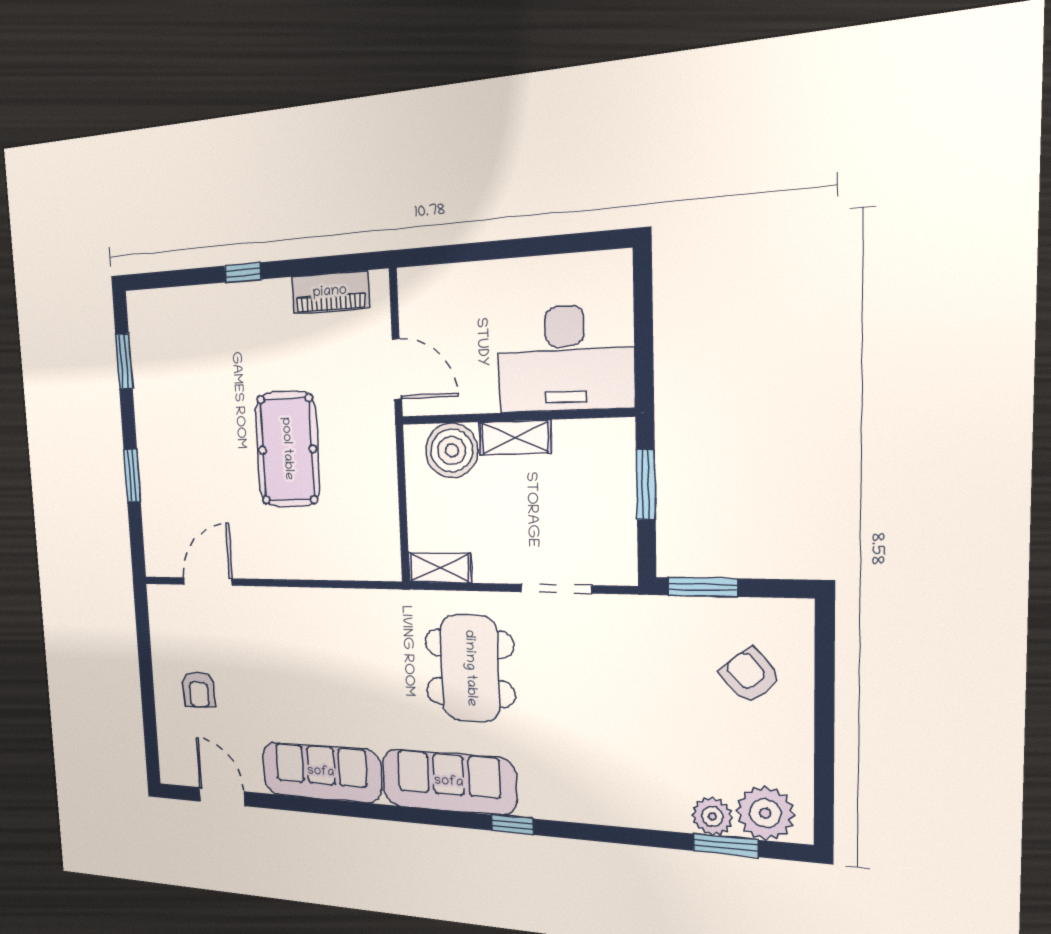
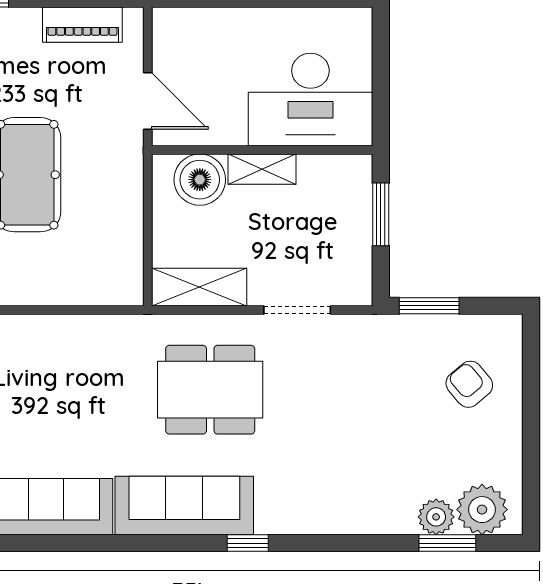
shelving: (440, 568) -> (199, 287), width x1.50, depth x1.33
dining table: (470, 668) -> (210, 390), turned 90

